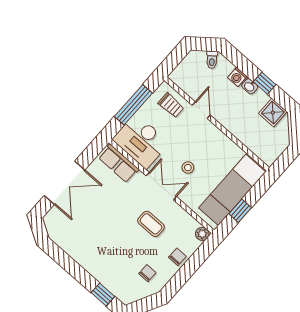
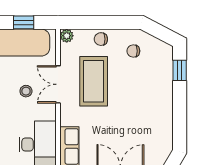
double door: (161, 186) -> (58, 84), moved
coffee table: (151, 224) -> (94, 81), width x1.86, depth x1.72

